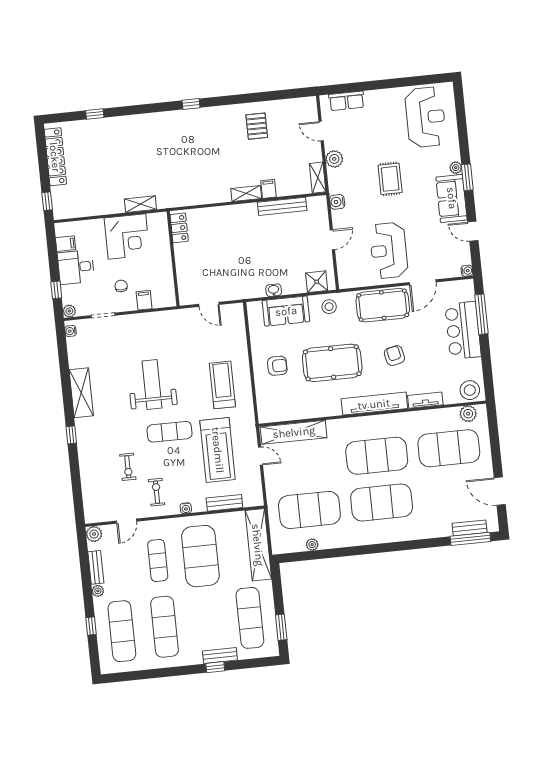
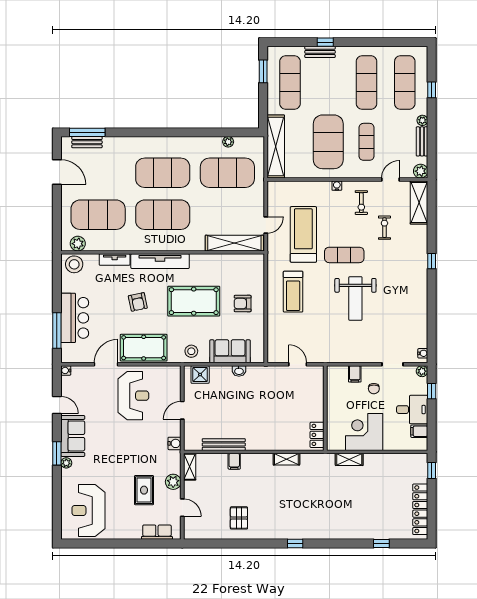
rug: (390, 179) -> (144, 490), moved
shelving: (246, 194) -> (286, 459), moved
shelving: (81, 393) -> (419, 203), moved
door: (260, 456) -> (266, 225), swing flipped
bench: (224, 503) -> (302, 187), removed

